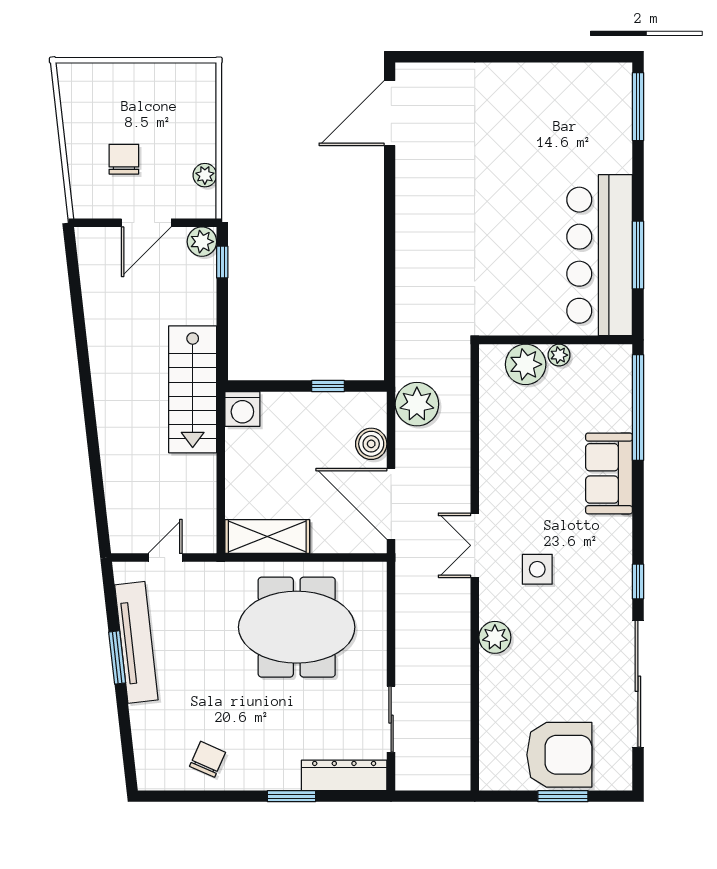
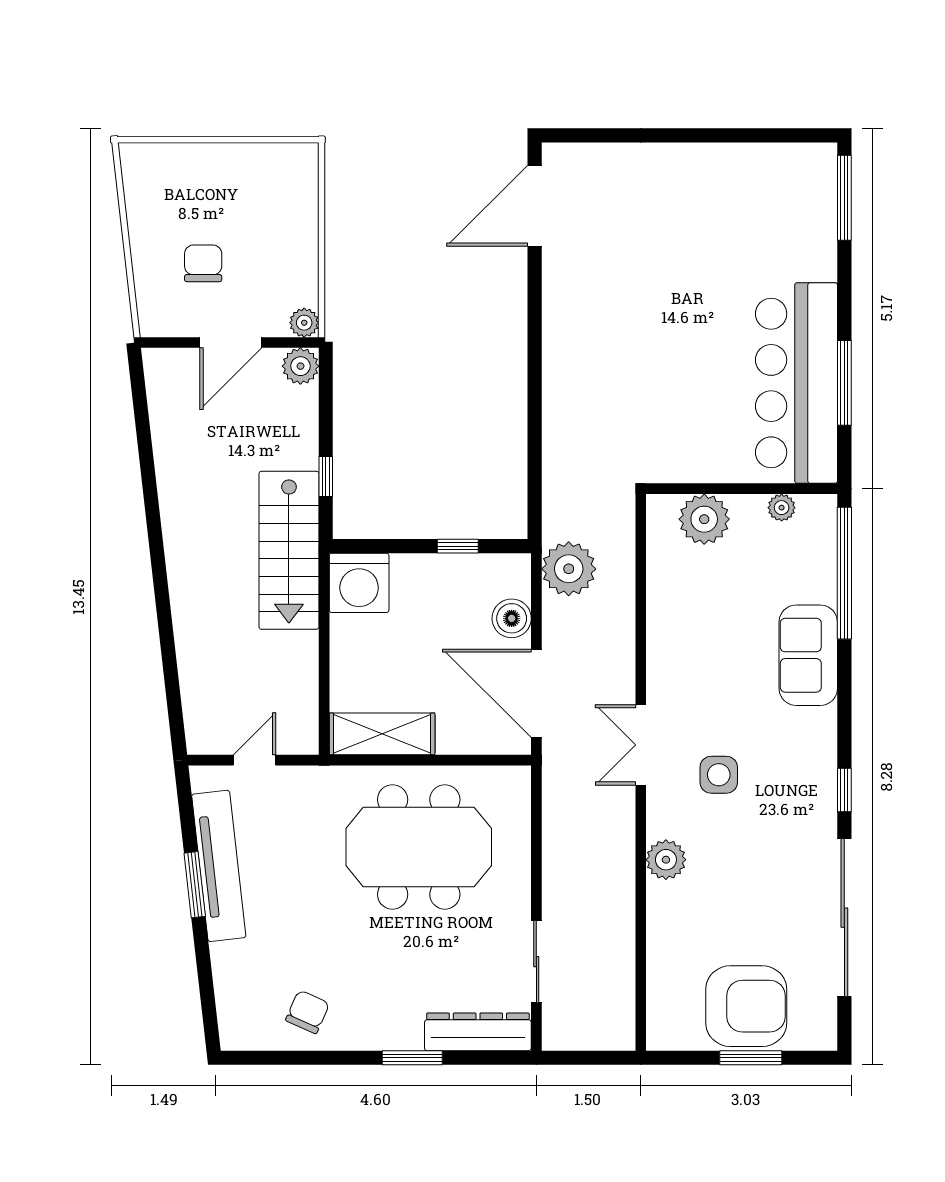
plant: (205, 175) -> (304, 323), moved
window: (222, 262) -> (326, 476), moved
plant: (559, 355) -> (782, 508), moved
washing machine: (242, 409) -> (359, 583), width x1.37, depth x1.37

